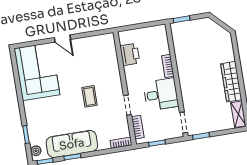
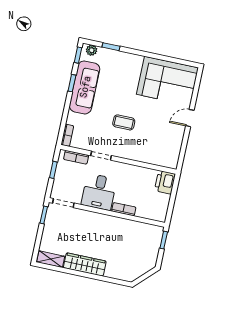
printer: (130, 54) -> (165, 182), moved, turned 90

